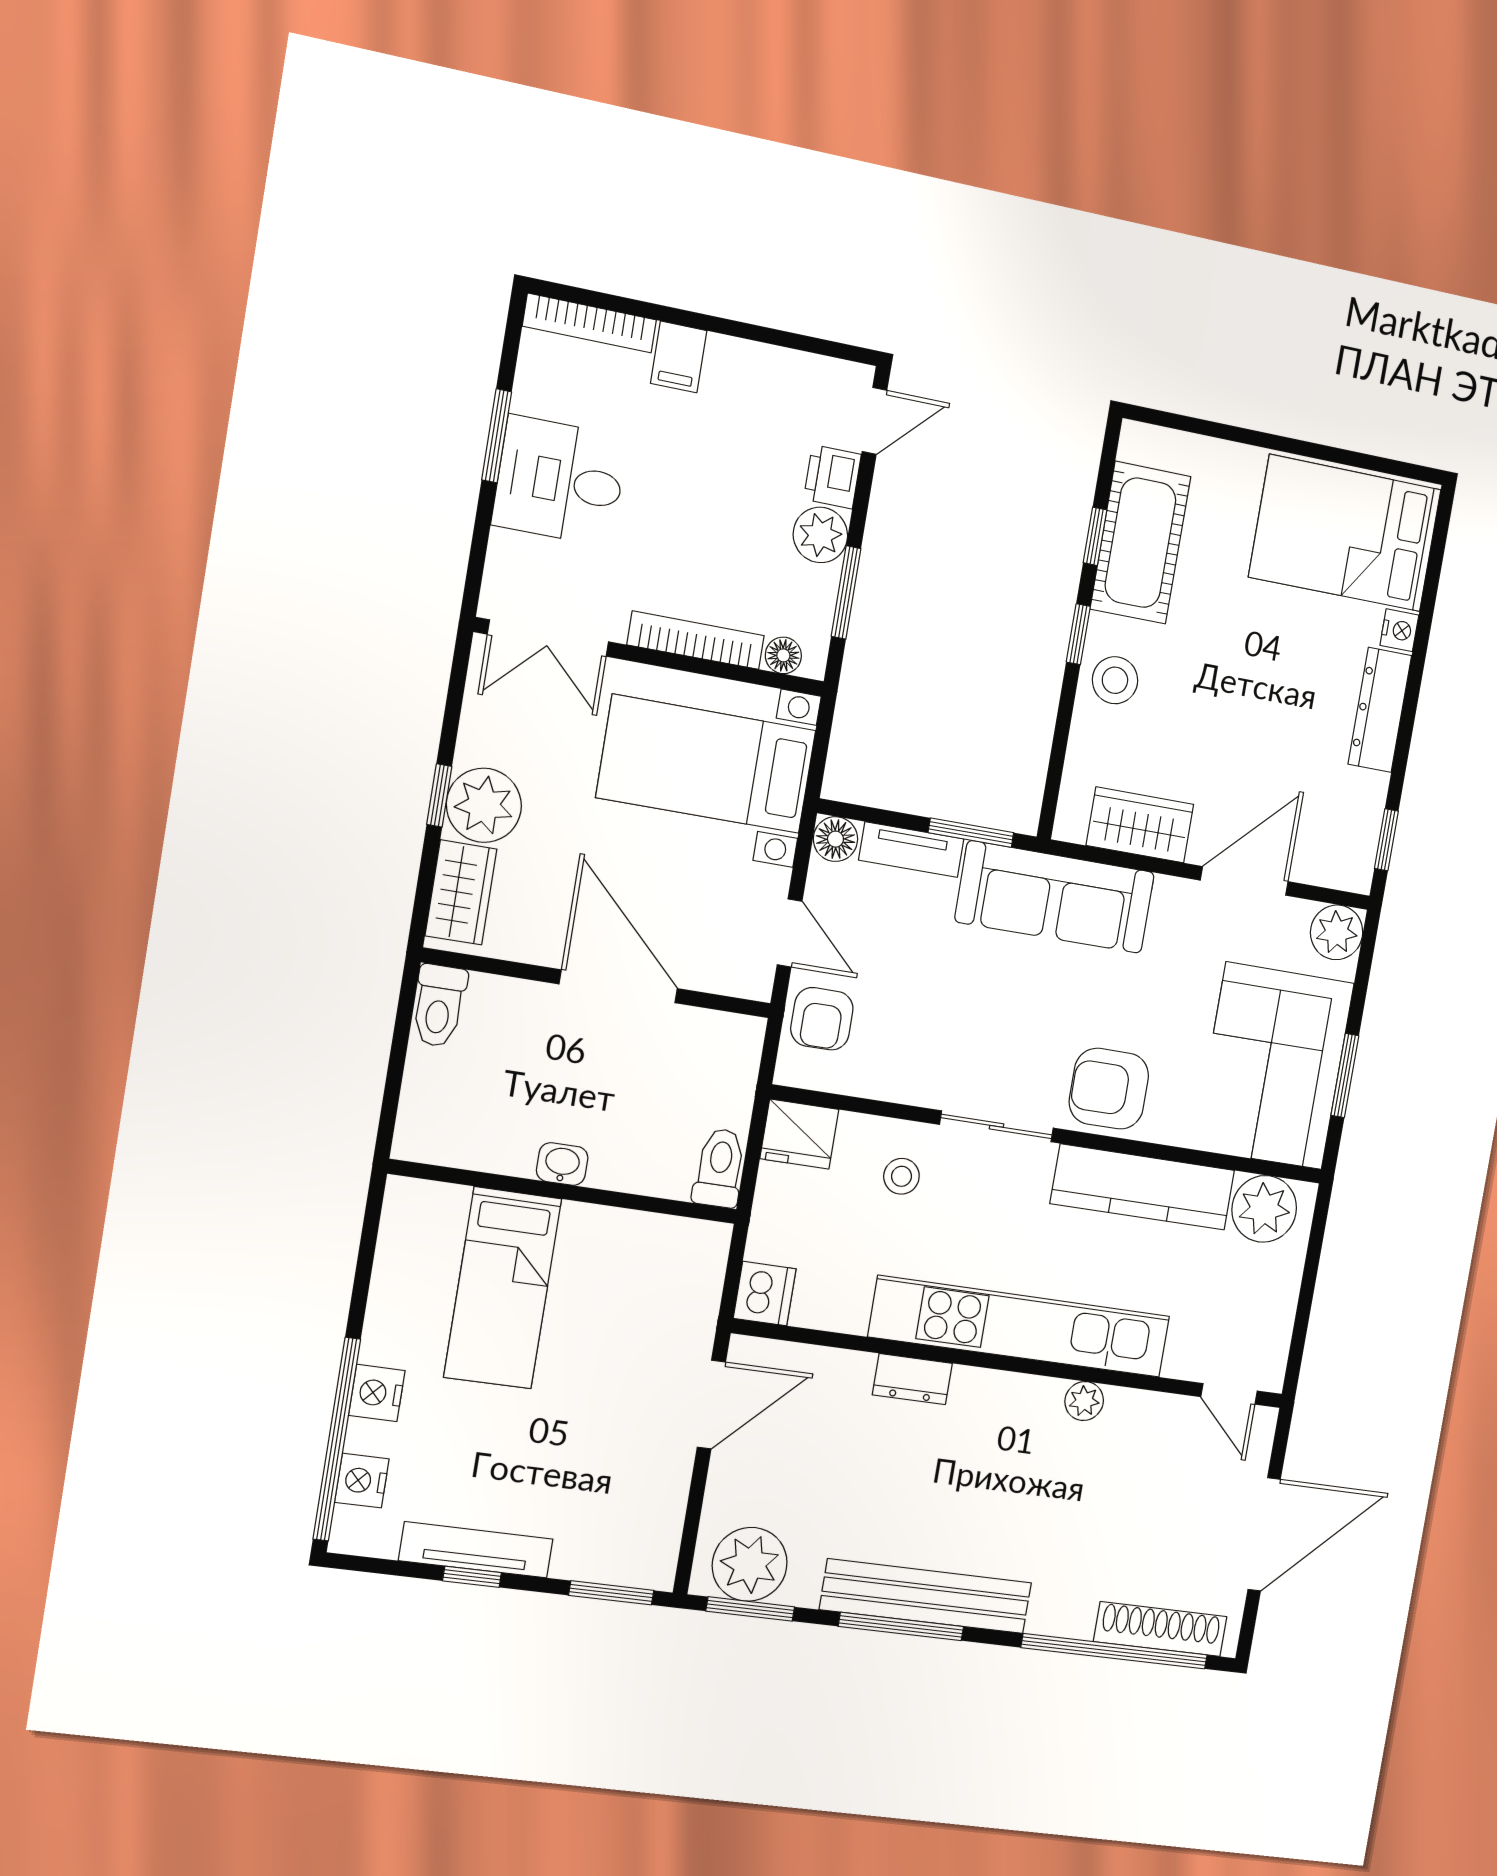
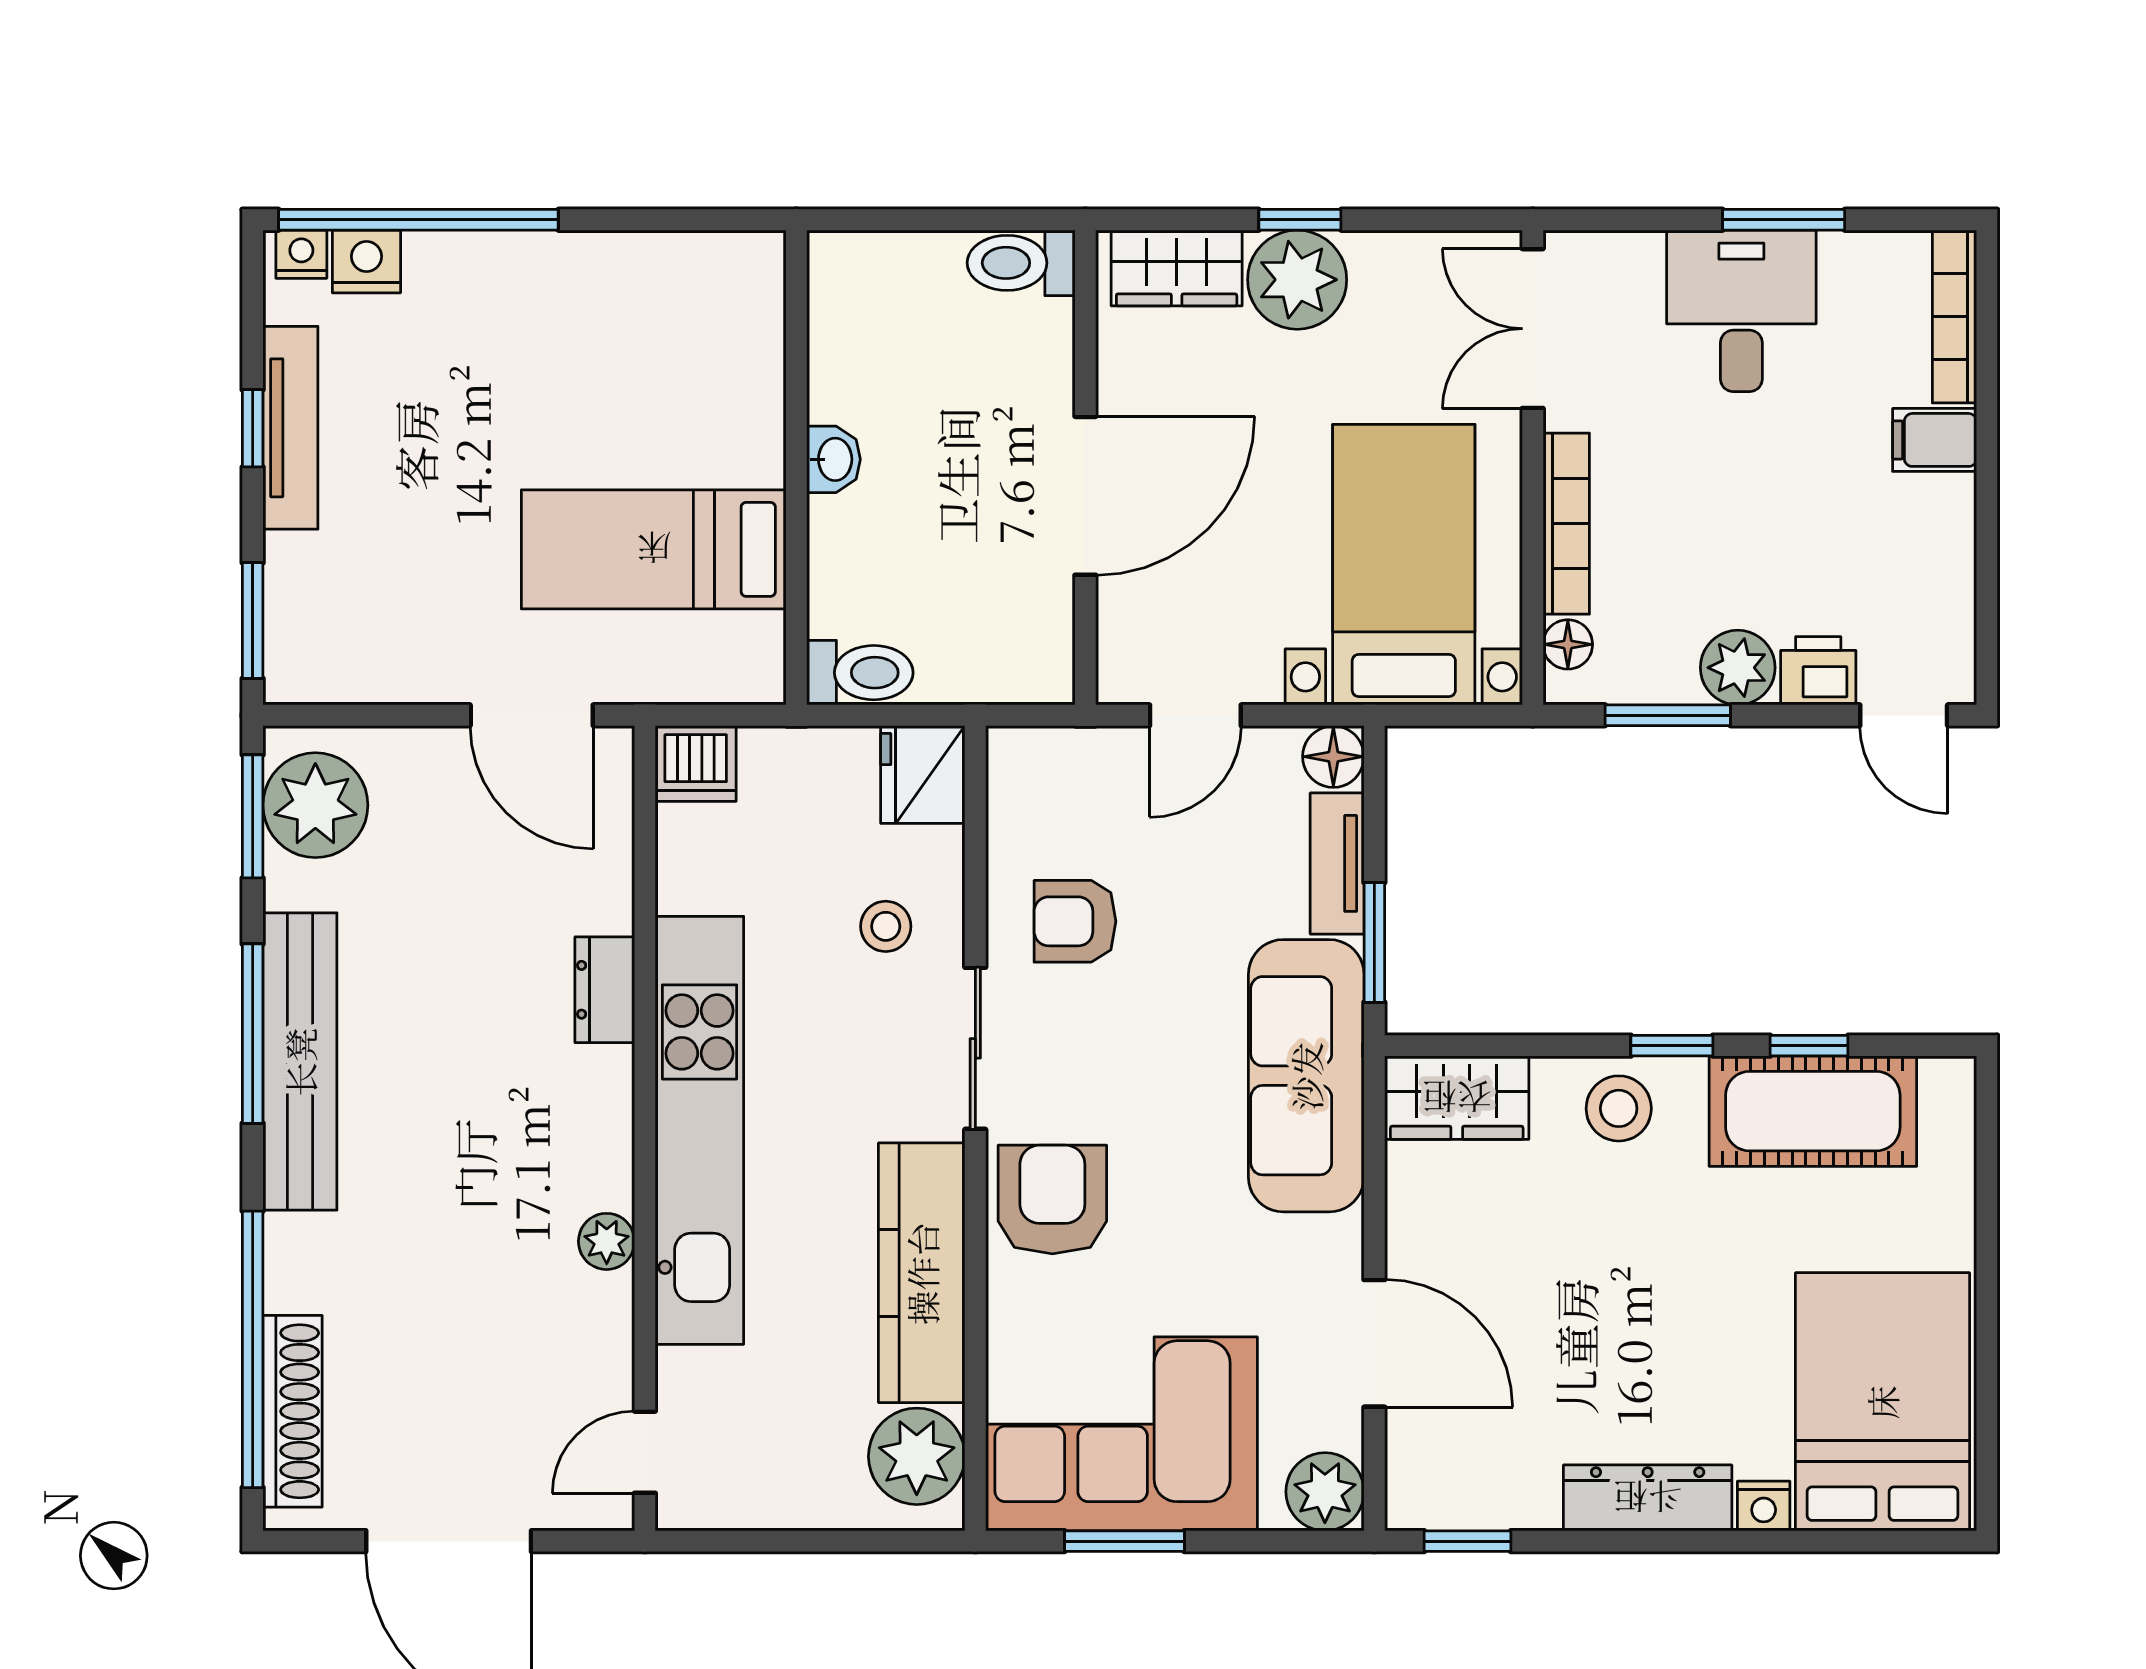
wardrobe: (1140, 825) -> (1457, 1098), moved, turned 90
armchair: (822, 1019) -> (1075, 921), moved
bed: (503, 1288) -> (654, 549), moved
nightstand: (377, 1393) -> (301, 254), moved, width x0.72, depth x0.74

